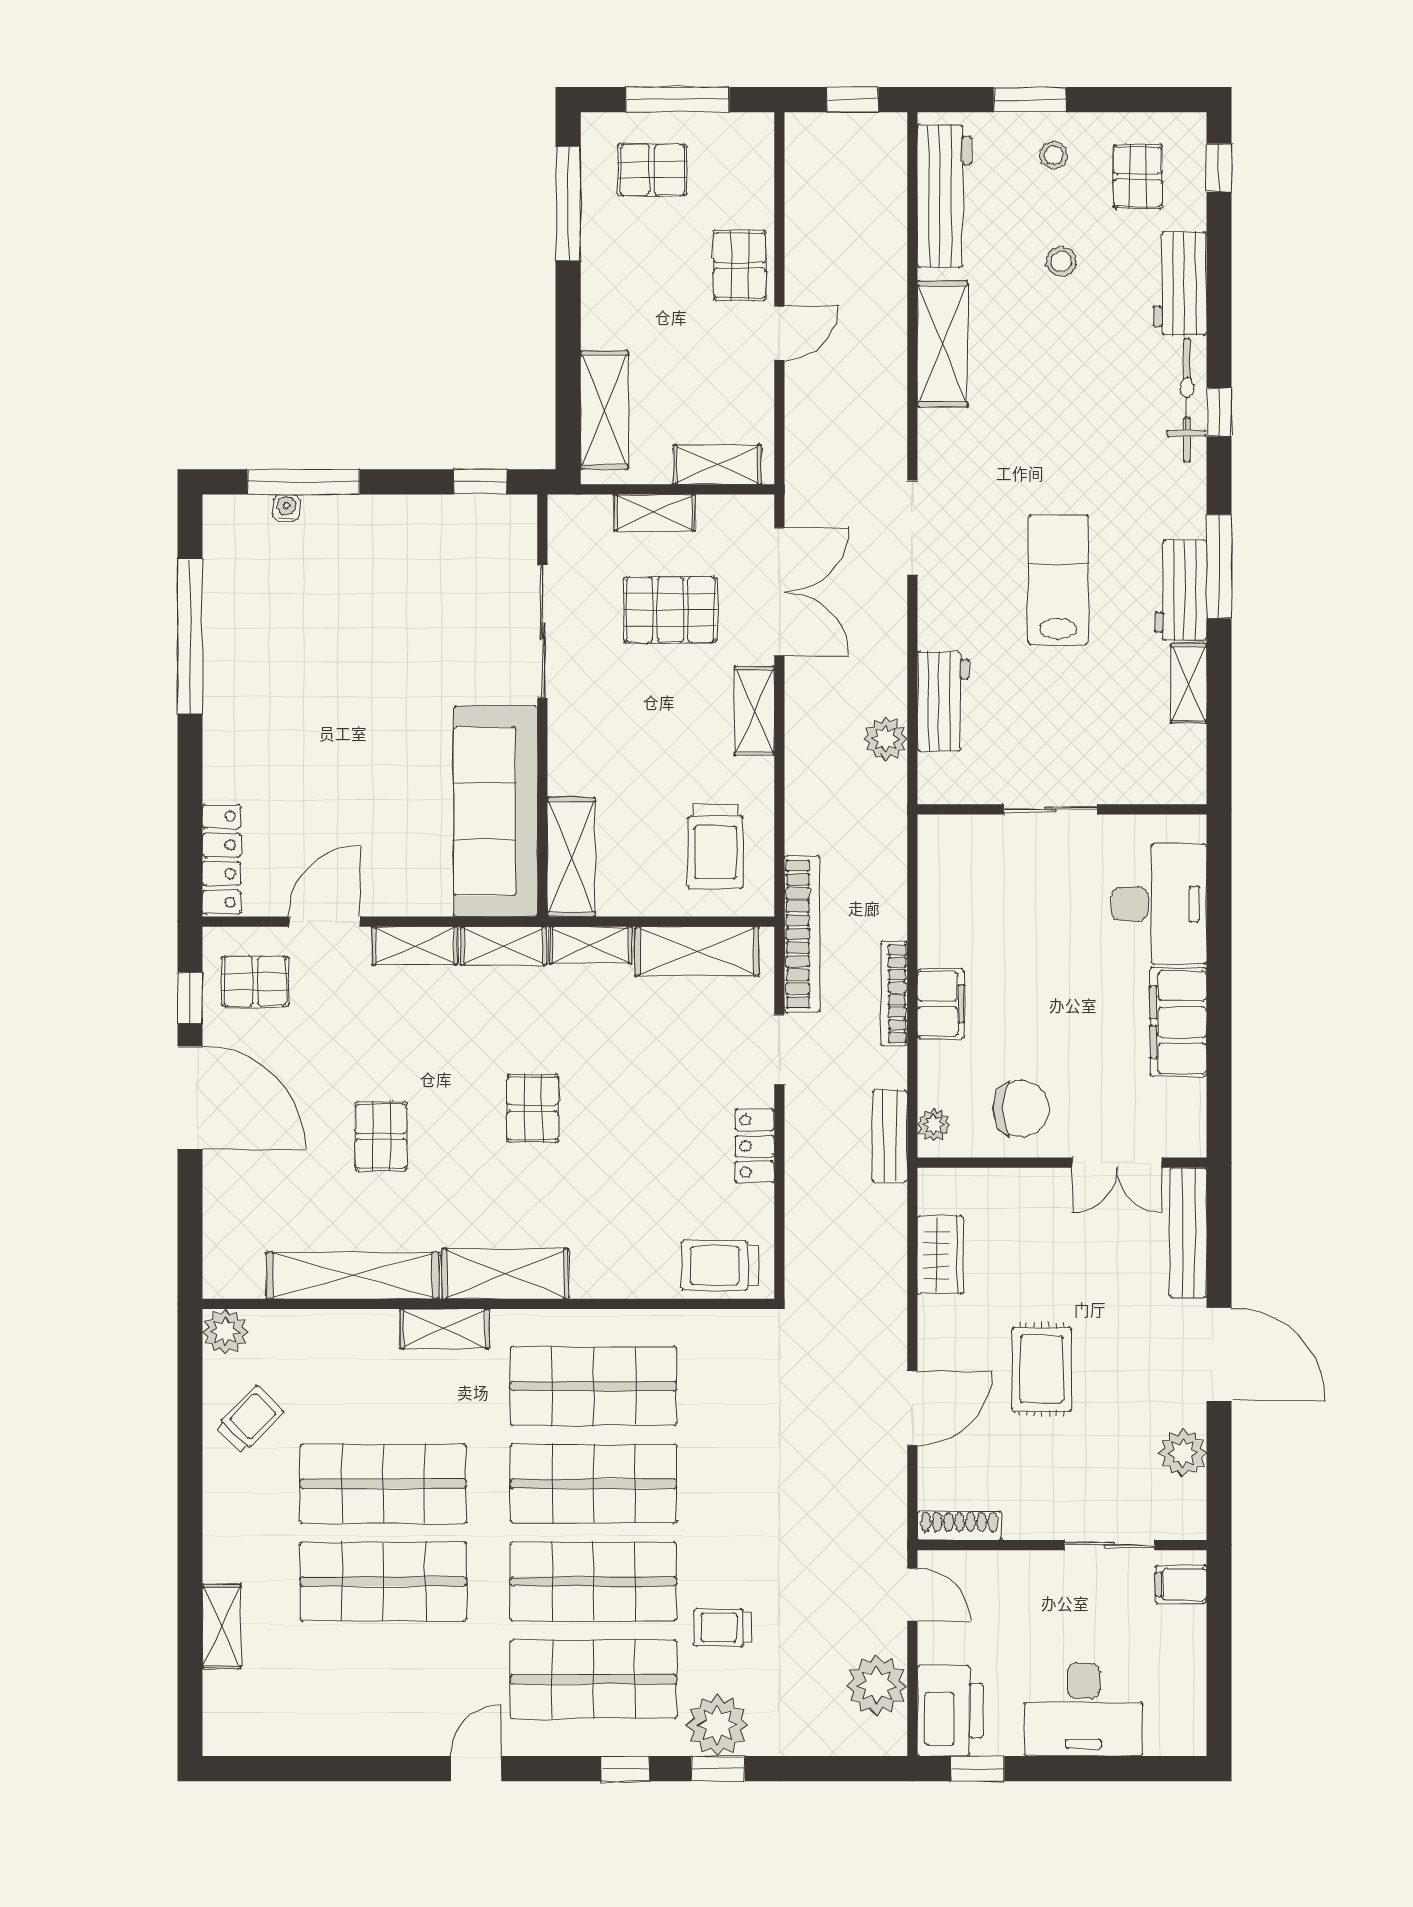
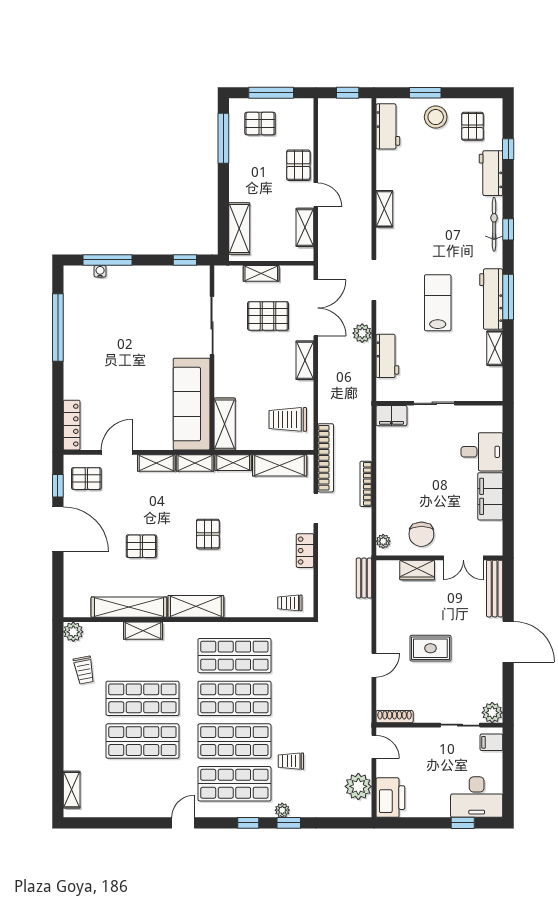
stool: (1054, 155) -> (436, 117), width x1.89, depth x1.89
window: (1219, 168) -> (508, 149), moved
workbench: (944, 196) -> (388, 126), width x0.73
stool: (1061, 262) -> (439, 164), removed
door: (779, 333) -> (316, 195), hinge flipped
shelving: (943, 344) -> (384, 209), width x0.67, depth x0.75
shelving: (717, 465) -> (305, 227), moved, turned 90
workbench: (1181, 590) -> (491, 299), width x1.38
plant: (886, 739) -> (362, 333), moved
trolley: (715, 846) -> (288, 419), turned 90
desk: (1159, 904) -> (482, 452), width x0.73
filing cabinet: (941, 1004) -> (391, 416), moved, turned 90
chair: (1021, 1109) -> (421, 534), turned 90
pallet: (381, 1136) -> (141, 546), turned 90
bench: (890, 1136) -> (364, 578), moved
wardrobe: (940, 1255) -> (417, 570), moved, turned 90
trolley: (720, 1266) -> (290, 603), width x0.73, depth x0.72
shelving: (444, 1329) -> (143, 631), moved
rug: (1042, 1369) -> (430, 648), turned 90
door: (912, 1408) -> (374, 665), width x0.73
trolley: (250, 1419) -> (84, 670), turned 124
plant: (1183, 1453) -> (492, 713), moved
shelving: (222, 1626) -> (72, 790), moved
desk: (1084, 1710) -> (477, 797), moved
plant: (717, 1725) -> (282, 810), width x0.53, depth x0.53
window: (978, 1769) -> (463, 823), moved

